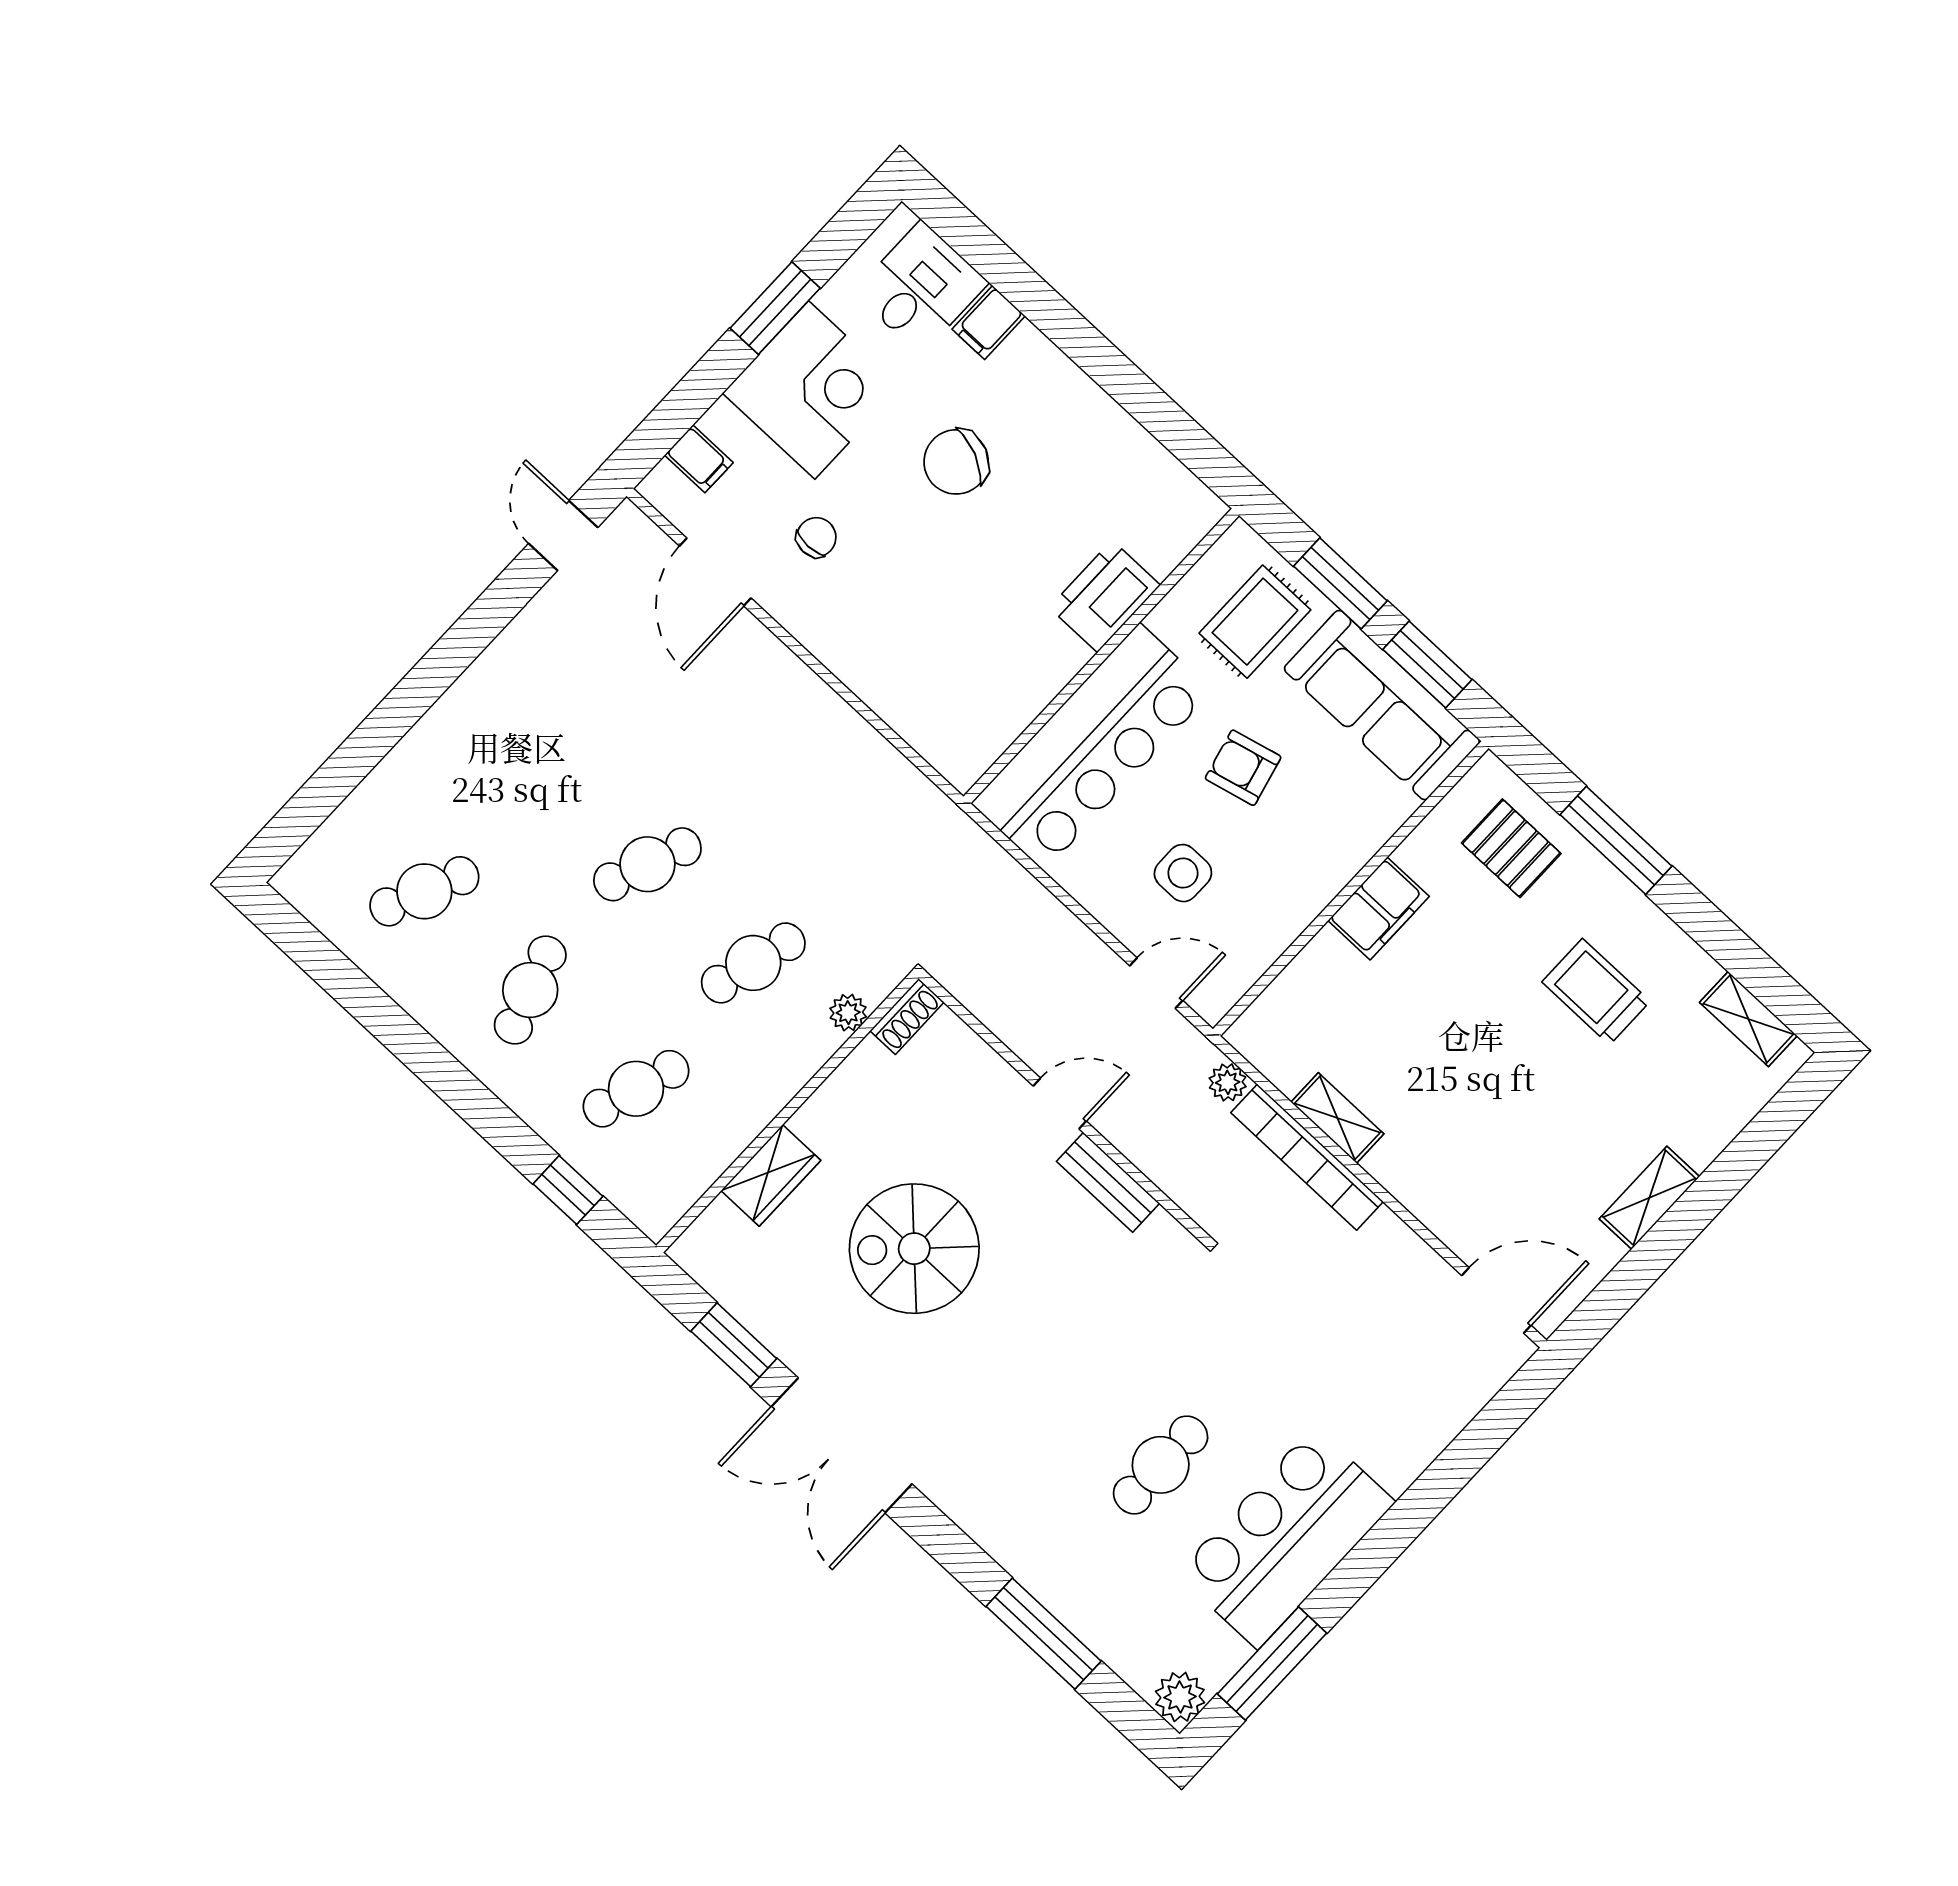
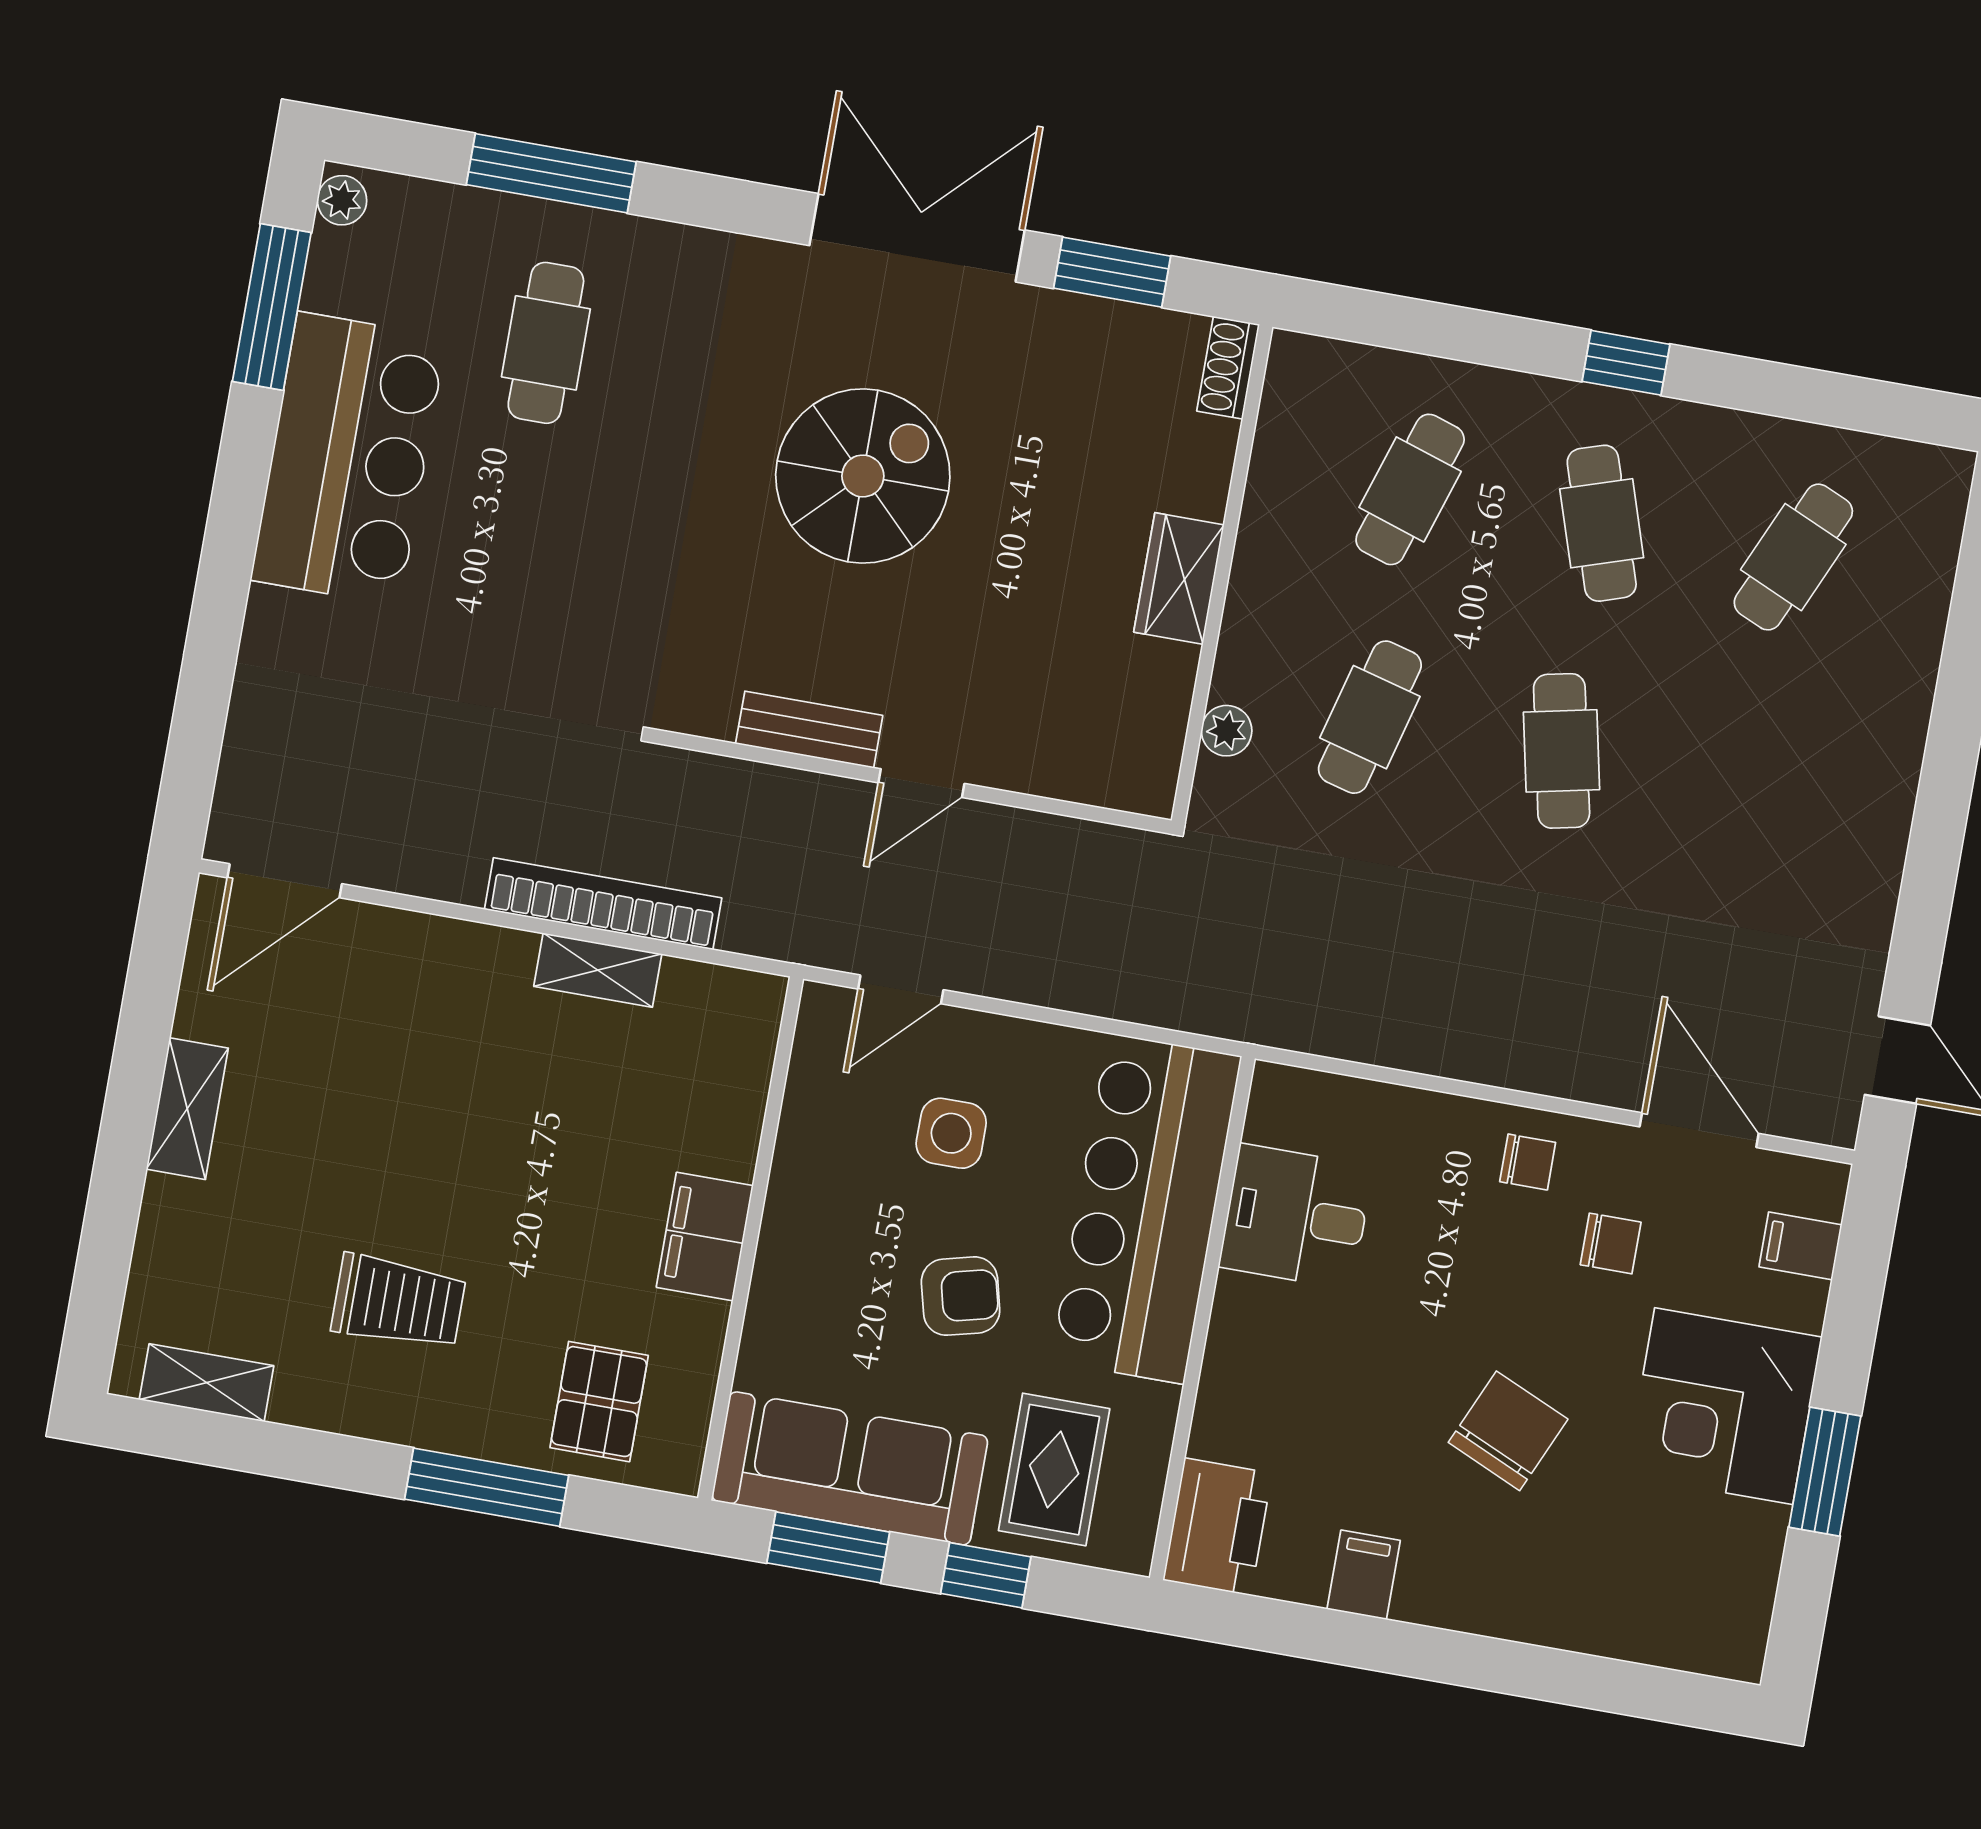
desk: (921, 288) -> (1296, 1217), moved, turned 90
filing cabinet: (989, 322) -> (1364, 1575), moved
chair: (816, 537) -> (1611, 1243), turned -90
window: (1340, 583) -> (986, 1575), width x0.67
printer: (1105, 596) -> (1218, 1527), moved
chair: (835, 622) -> (1528, 1162), added
pallet: (1511, 848) -> (599, 1402), turned 90
cafe table: (647, 864) -> (1562, 751), turned -33
shoe rack: (907, 1017) -> (1228, 368), moved
plant: (1228, 1082) -> (748, 930), removed
wardrobe: (771, 1175) -> (1179, 578), moved
window: (568, 1190) -> (1626, 363), moved
spiral stairs: (914, 1249) -> (863, 476), moved
cafe table: (1161, 1465) -> (546, 343), moved
plant: (1180, 1697) -> (342, 200), width x0.73, depth x0.73

